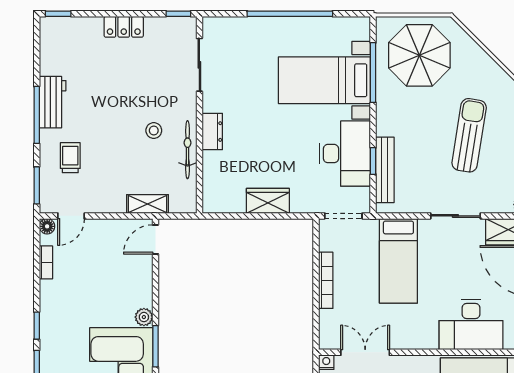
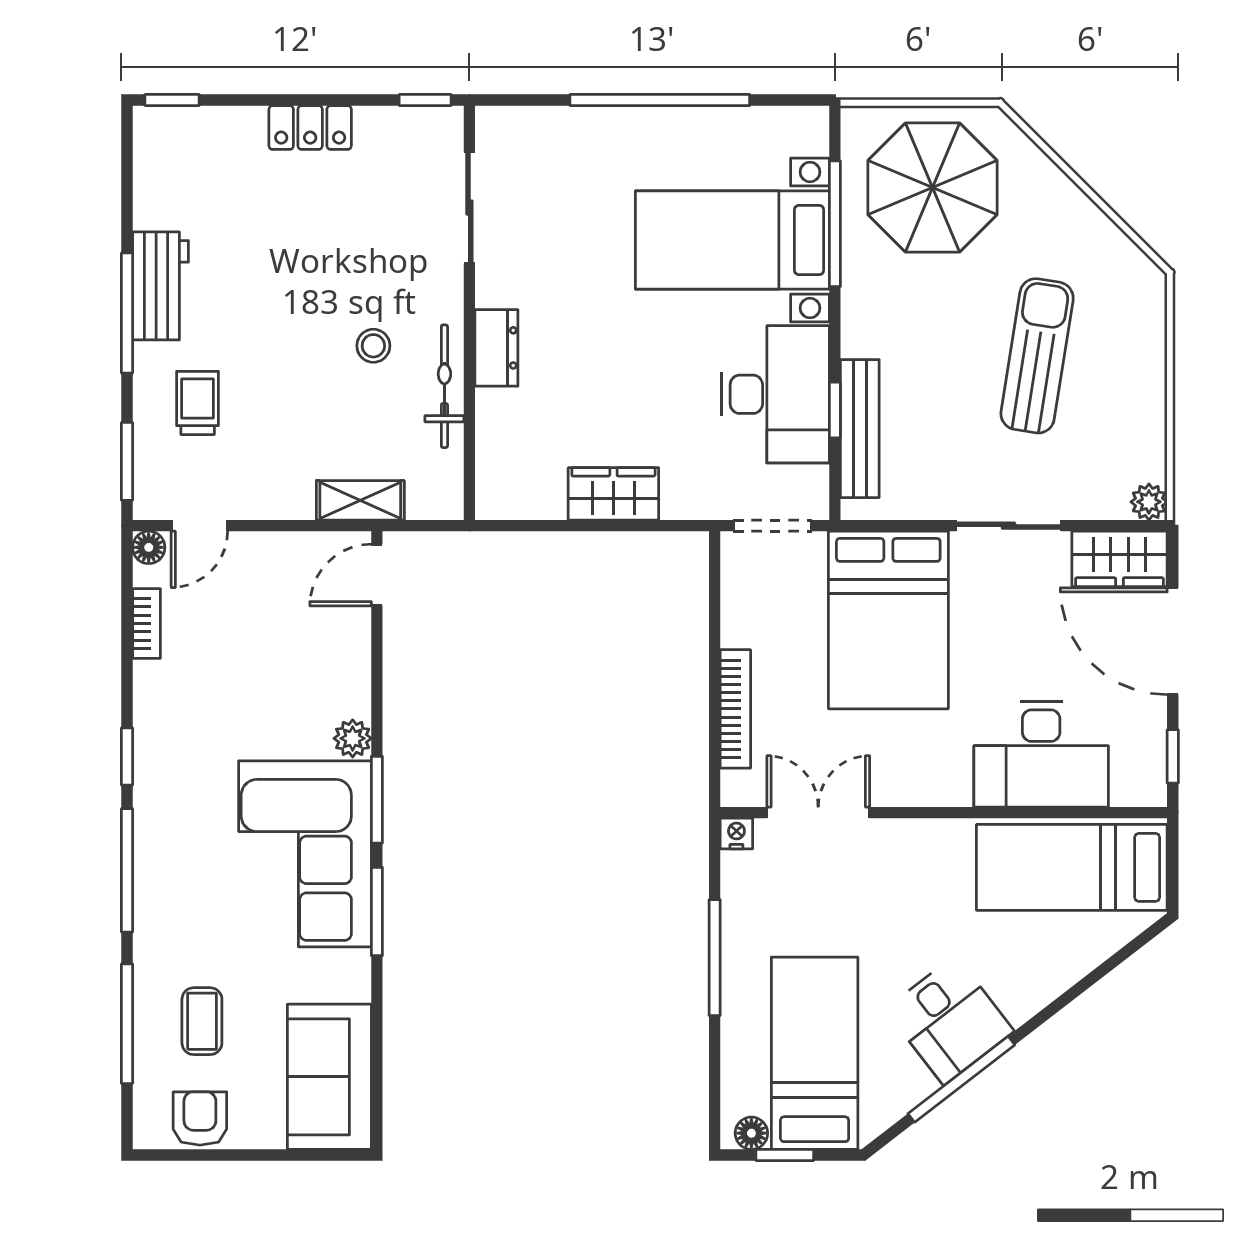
bed: (398, 261) -> (888, 620), width x1.50
bookcase: (326, 280) -> (735, 709), moved

